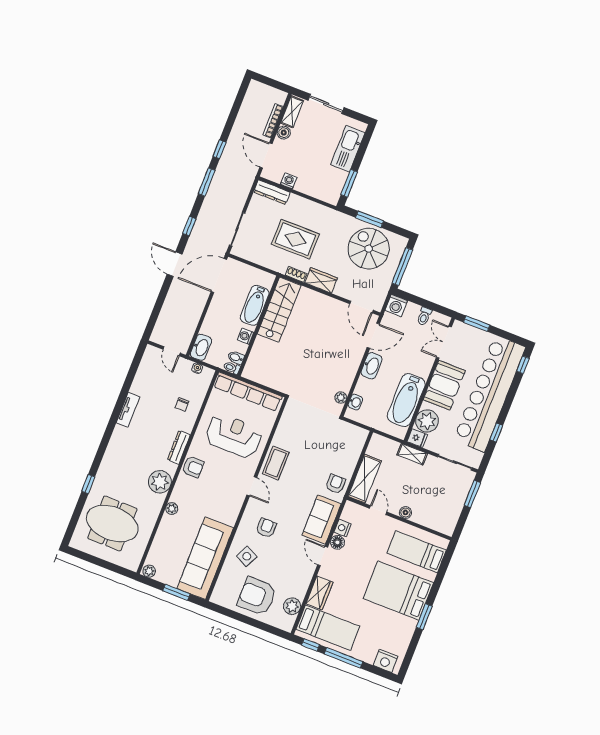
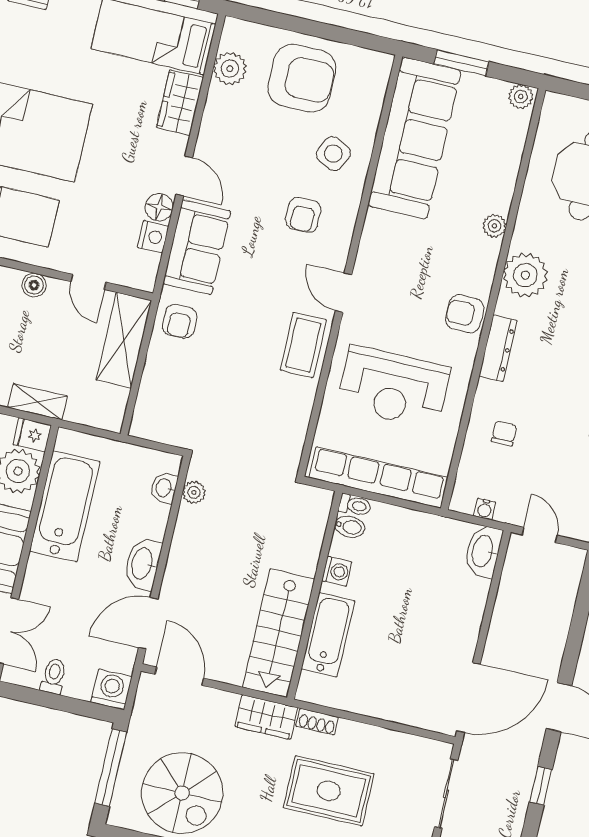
bathtub: (255, 305) -> (328, 635), moved
stairs: (279, 310) -> (279, 633), moved
wall: (258, 326) -> (315, 595), moved
washing machine: (246, 336) -> (337, 571), moved
bidet: (236, 357) -> (350, 527), moved
toilet: (232, 368) -> (355, 505), moved

